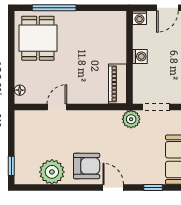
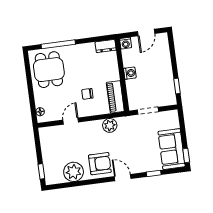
dresser: (114, 18) -> (106, 46), added
chair: (83, 76) -> (87, 94), added
plant: (131, 119) -> (110, 125), moved

